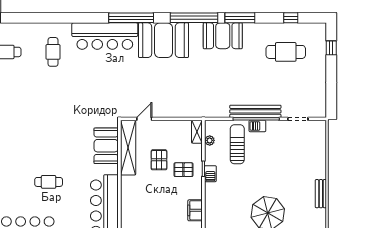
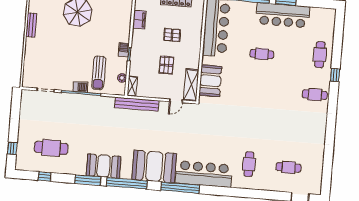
bench: (255, 111) -> (137, 104), moved
shelving: (128, 148) -> (191, 85), width x0.68
pallet: (183, 170) -> (172, 35), moved

